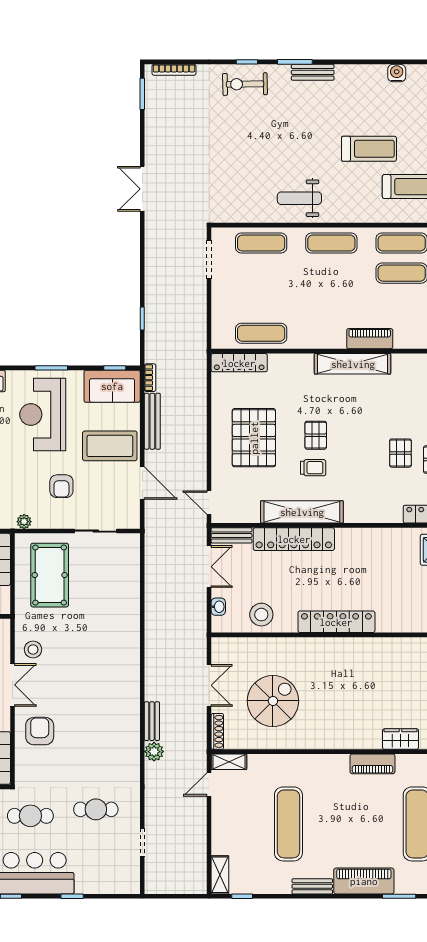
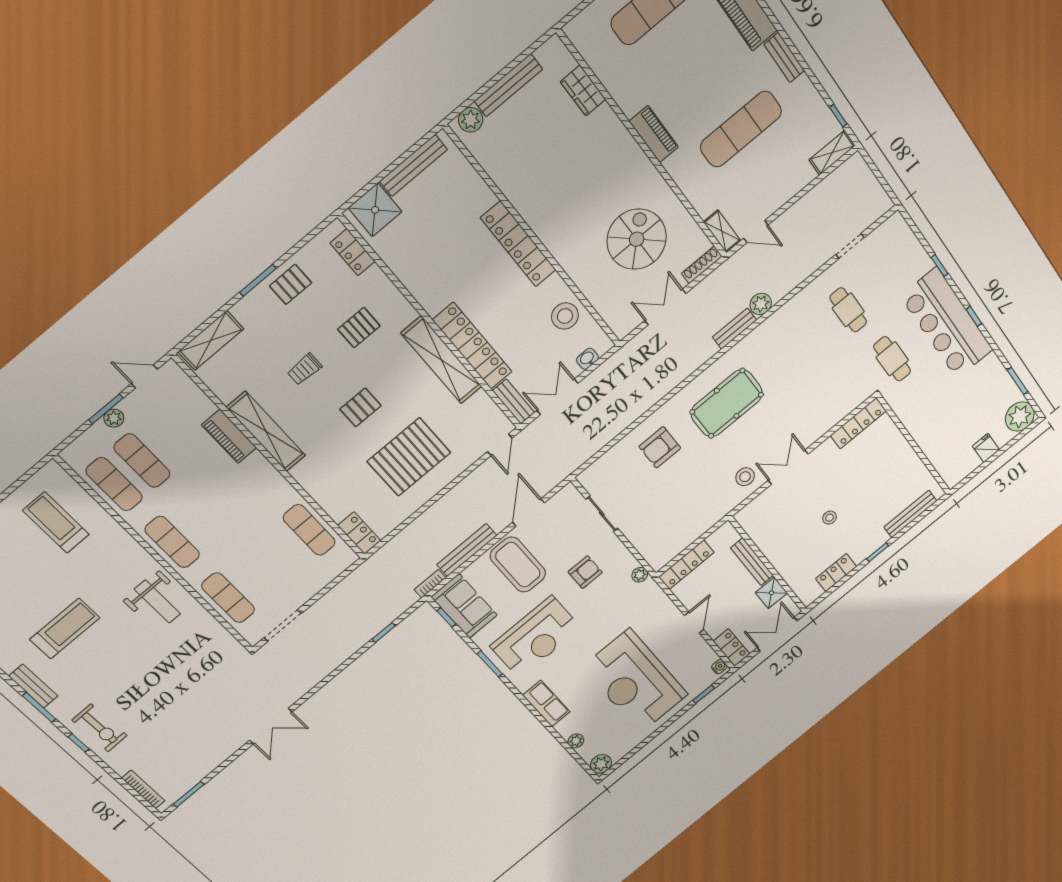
treadmill: (369, 149) -> (65, 629), moved, turned 90
locker: (239, 363) -> (359, 533), width x0.66
pallet: (400, 453) -> (359, 328), moved
trolley: (313, 468) -> (305, 369), moved, turned -90
pool table: (50, 575) -> (727, 403), moved
spiral stairs: (273, 701) -> (637, 239), turned 90
armchair: (40, 731) -> (660, 447), moved
piano: (373, 764) -> (654, 134), moved

